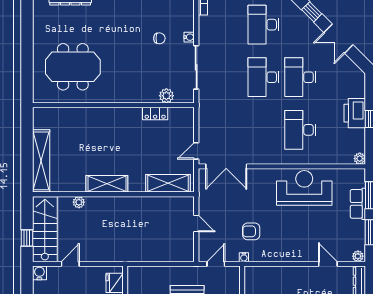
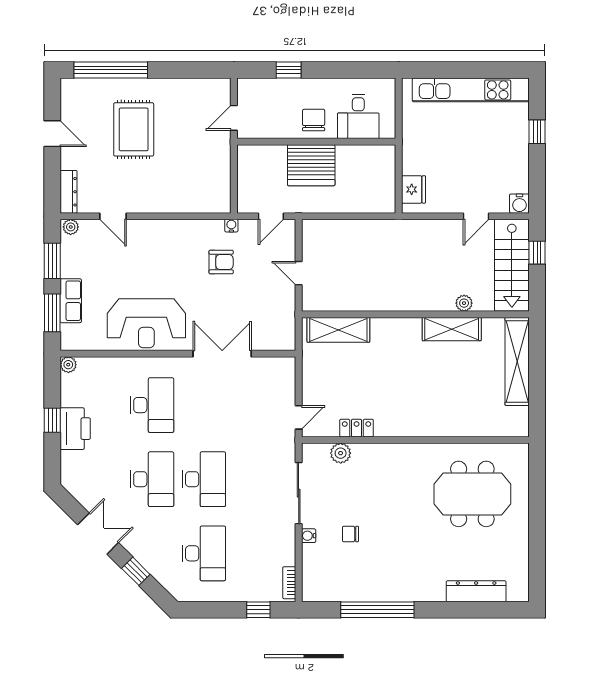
door: (196, 151) -> (299, 417), moved
double door: (226, 166) -> (222, 354), moved
shelving: (107, 184) -> (452, 329), moved

